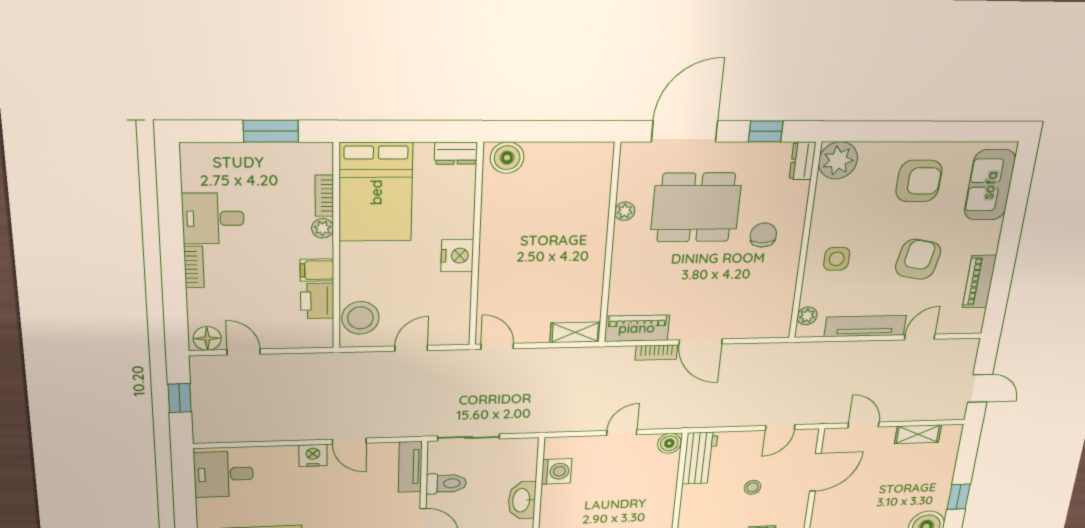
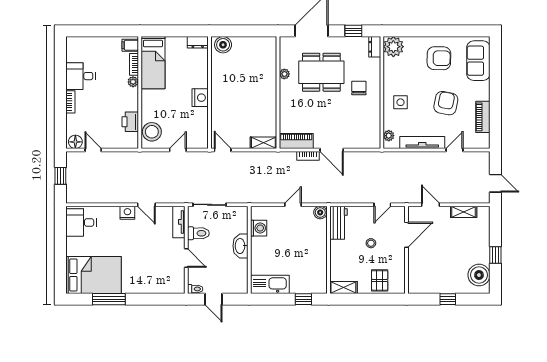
window: (271, 131) -> (109, 31), removed
bed: (376, 192) -> (153, 63), width x0.67
filing cabinet: (317, 270) -> (130, 45), moved

